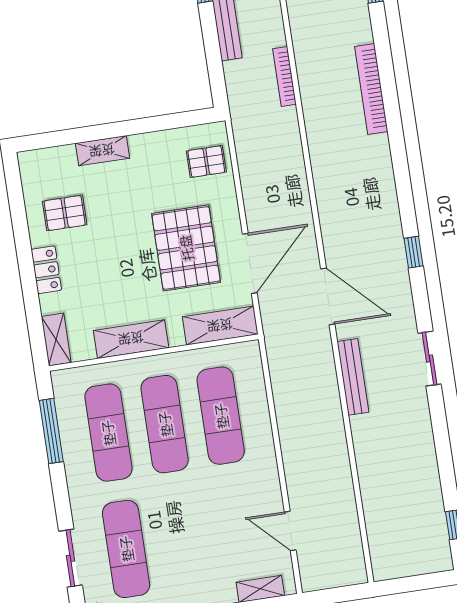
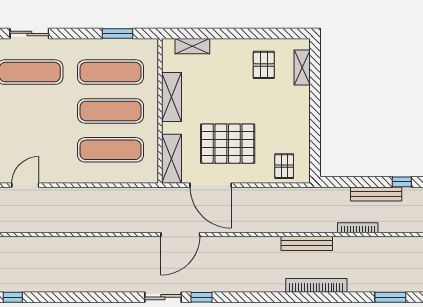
bookcase: (284, 77) -> (358, 228), moved
shelving: (102, 151) -> (302, 68), moved
locker: (46, 270) -> (227, 47), removed
shelving: (56, 340) -> (192, 46), moved
sliding door: (430, 359) -> (163, 297), moved
bench: (353, 377) -> (307, 243), moved
window: (51, 431) -> (118, 33), width x0.69

